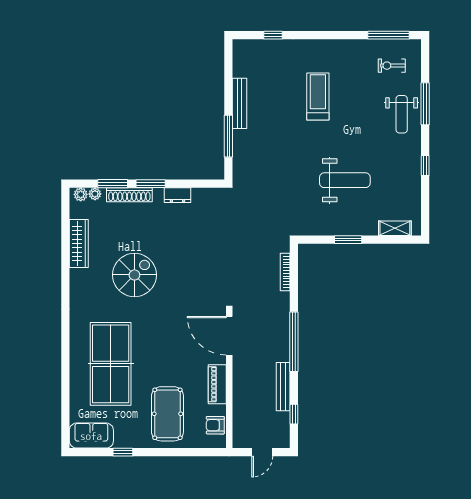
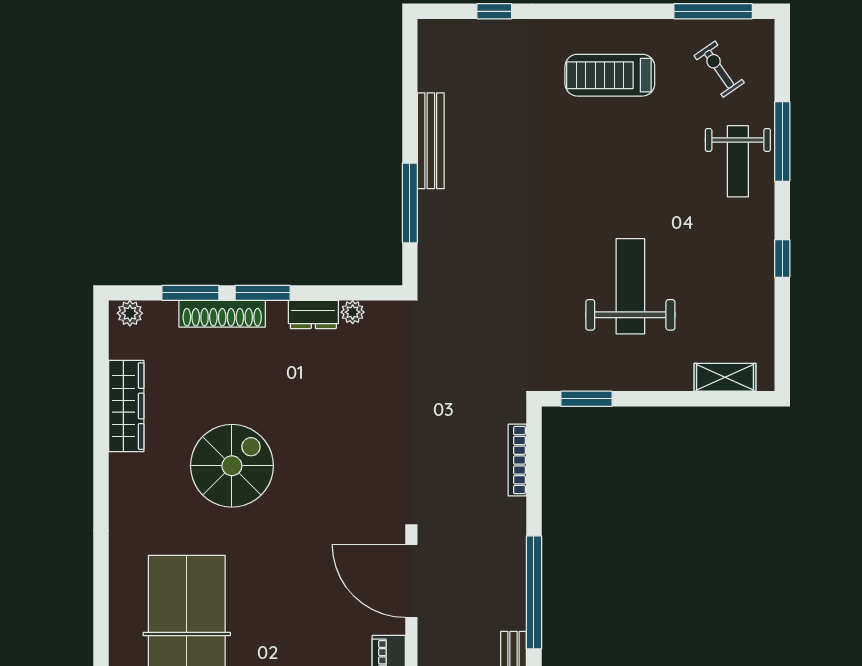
exercise bike: (392, 66) -> (719, 69), turned 55
treadmill: (318, 97) -> (610, 75), moved, turned -90
weight bench: (345, 180) -> (630, 286), turned -90
plant: (95, 194) -> (353, 312), moved
window: (348, 240) -> (587, 399), moved

